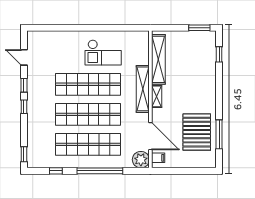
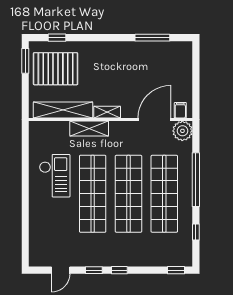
shelving: (143, 89) -> (89, 129), width x0.68
pallet: (197, 132) -> (56, 69), moved

